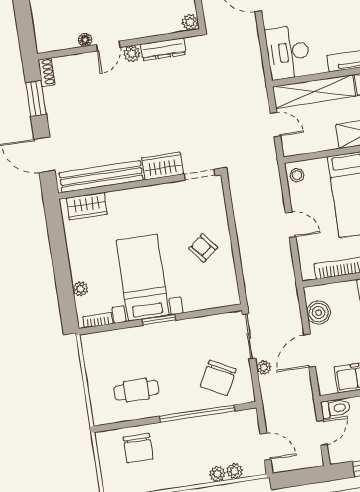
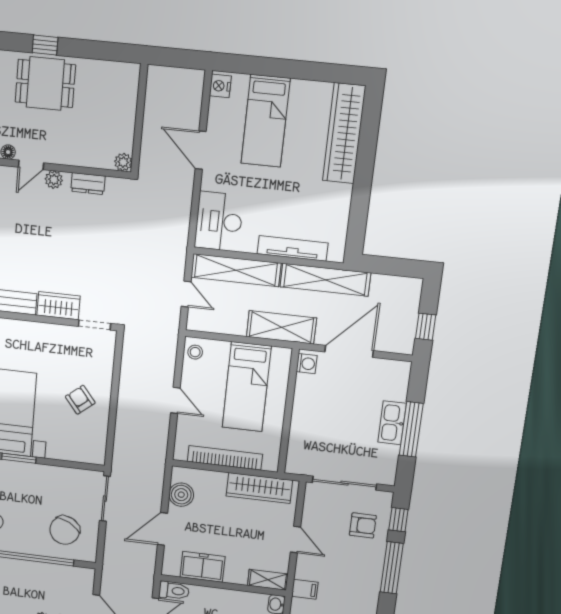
dresser: (163, 49) -> (88, 184), width x0.70
plant: (264, 367) -> (112, 533), removed

